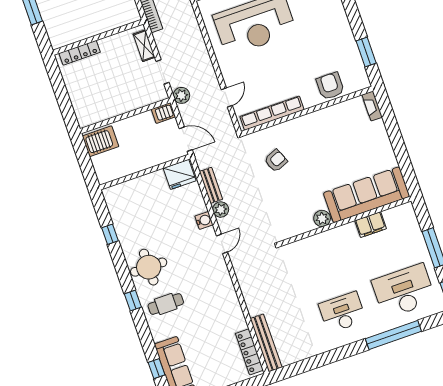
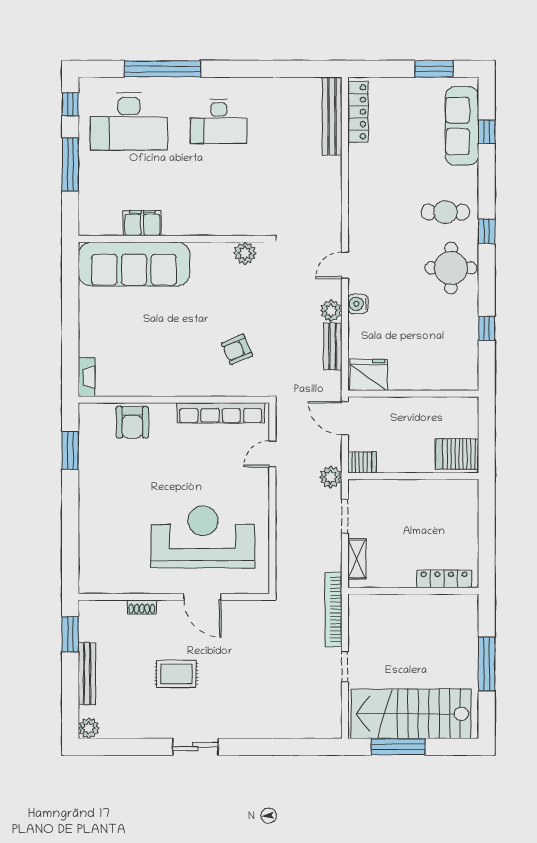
plant: (322, 218) -> (245, 253), moved

